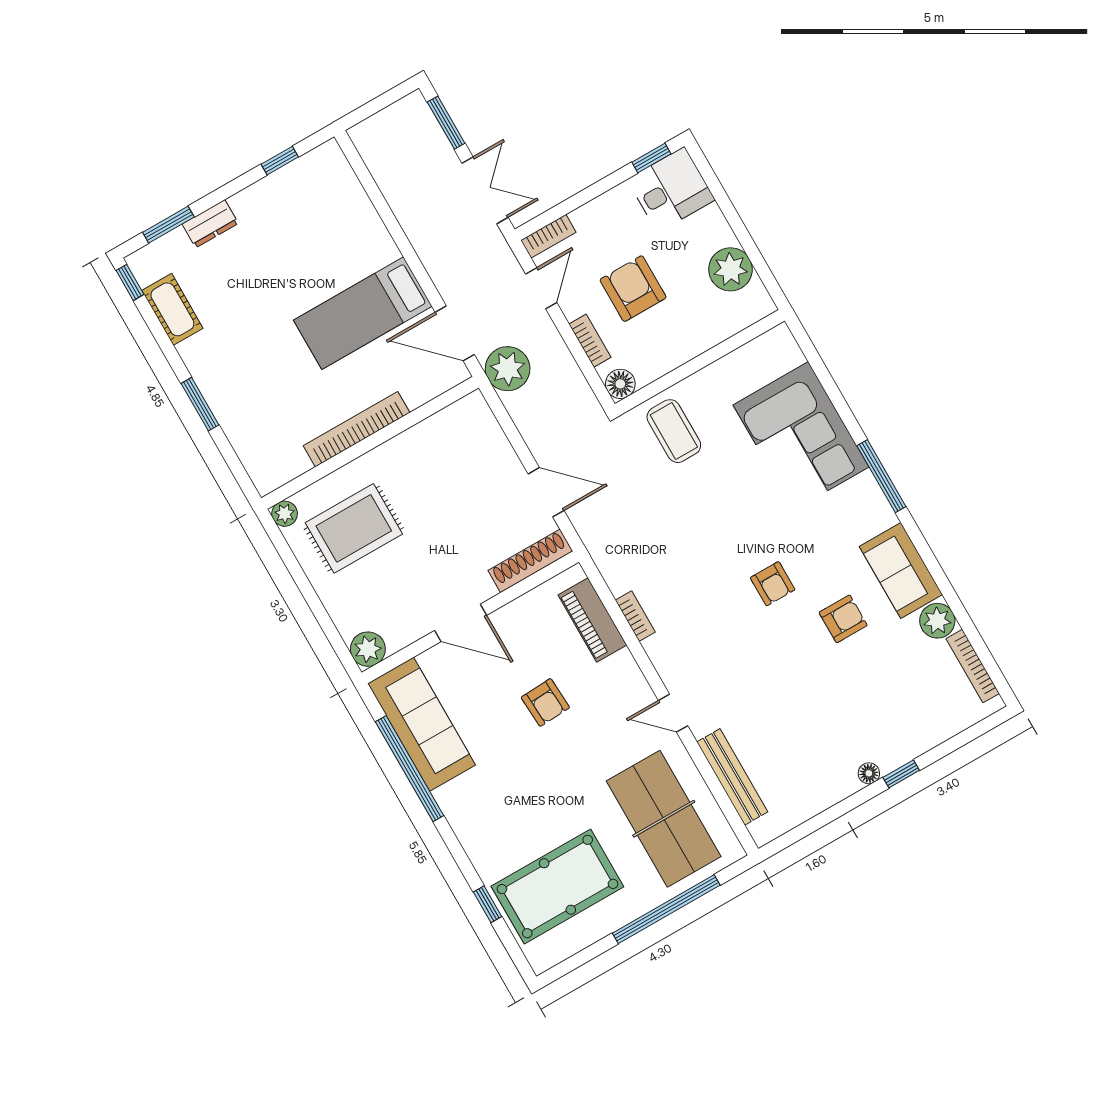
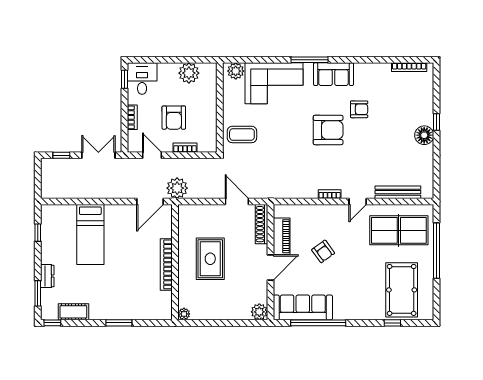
window: (446, 123) -> (61, 155), width x0.67
bookcase: (548, 236) -> (132, 117), moved
armchair: (633, 289) -> (174, 118), turned -90
bed: (363, 313) -> (90, 234), moved
floor lamp: (620, 384) -> (210, 145), removed
door: (546, 492) -> (237, 201), hinge flipped
rug: (354, 528) -> (210, 259), moved
sofa: (901, 571) -> (334, 74), moved
armchair: (773, 584) -> (328, 130), width x1.88, depth x1.88
bookcase: (635, 616) -> (330, 194), moved
armchair: (843, 619) -> (359, 109), turned 90
piano: (592, 620) -> (282, 236), moved, turned -90
plant: (937, 621) -> (236, 71), moved
armchair: (545, 702) -> (323, 251), turned 57
floor lamp: (869, 773) -> (424, 135), width x1.89, depth x1.89

